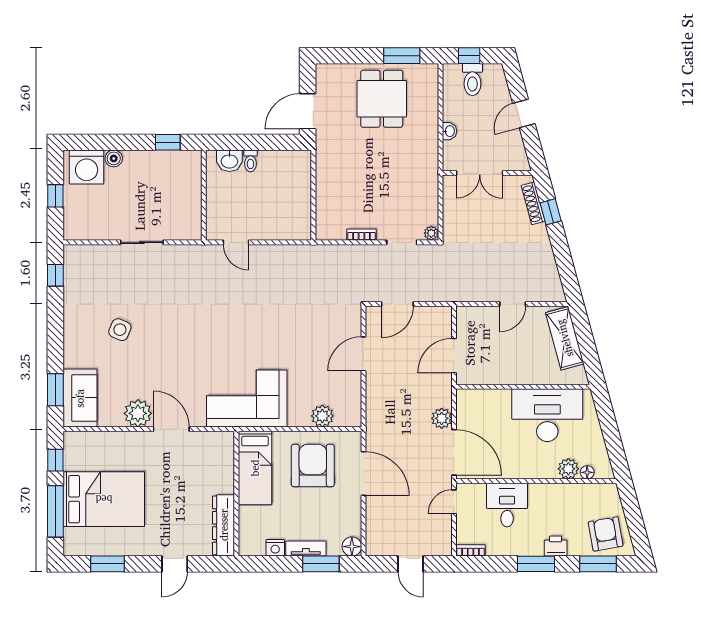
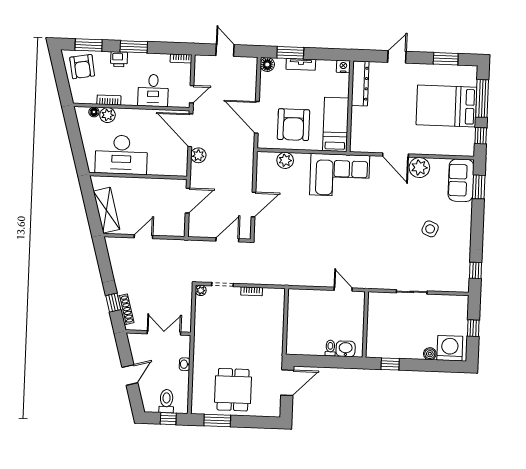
bookcase: (567, 490) -> (109, 100), added
nightstand: (275, 548) -> (343, 67), moved

